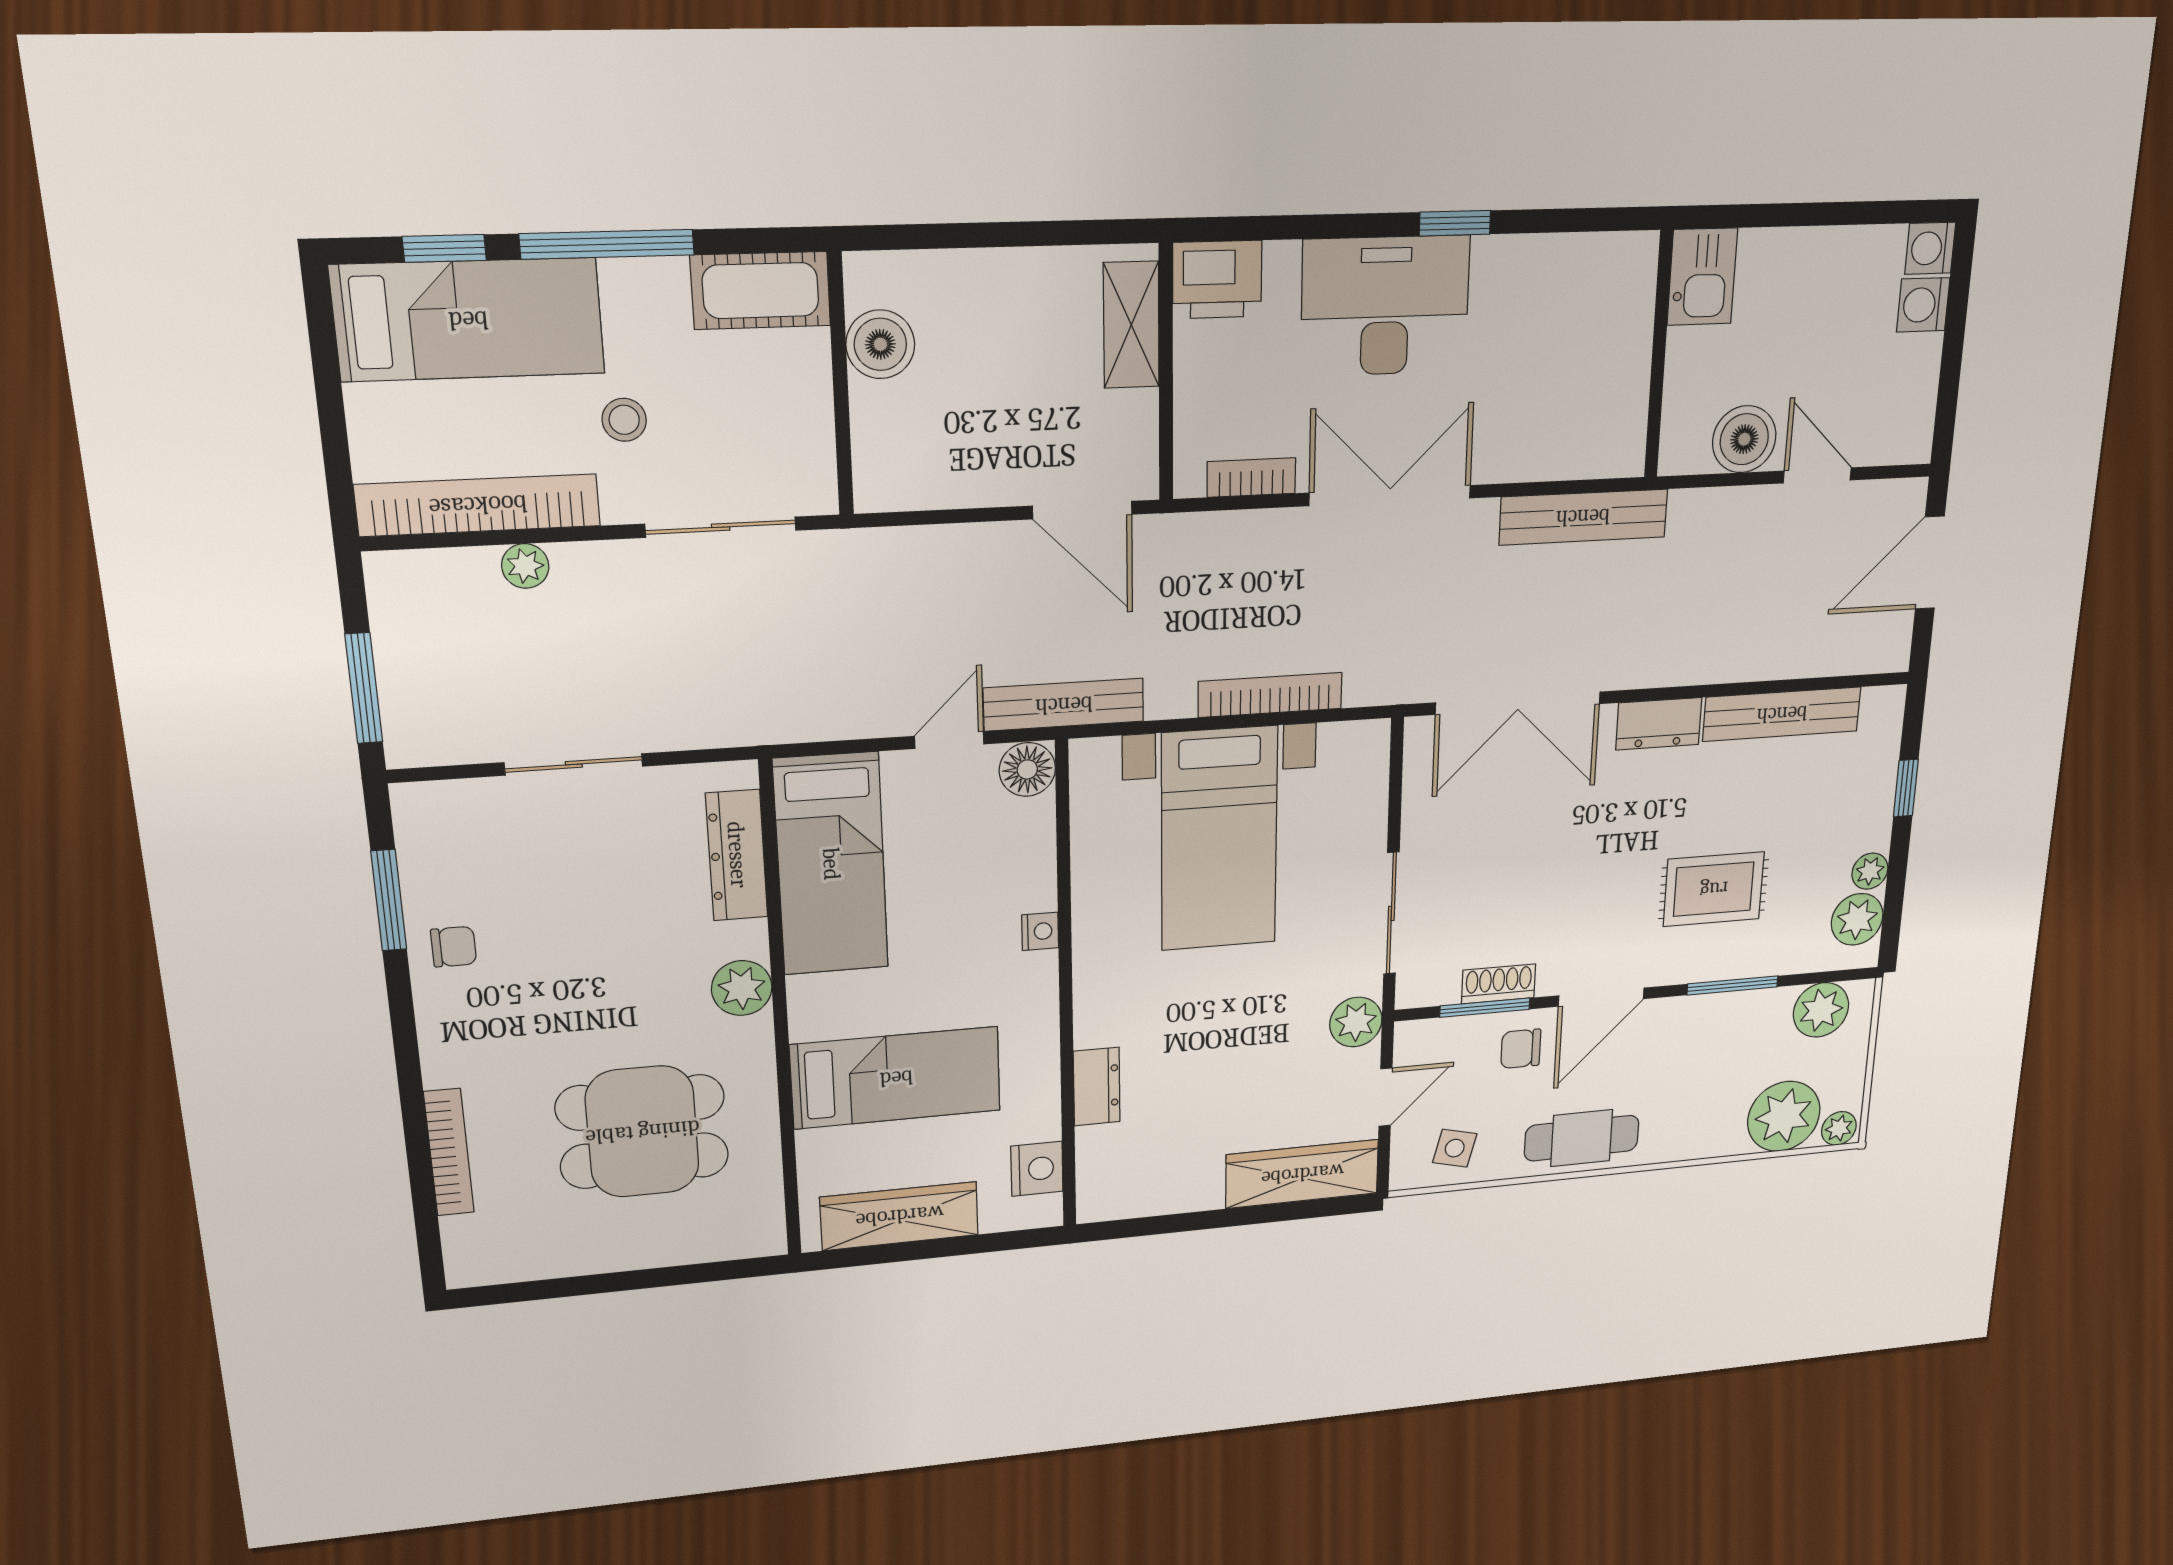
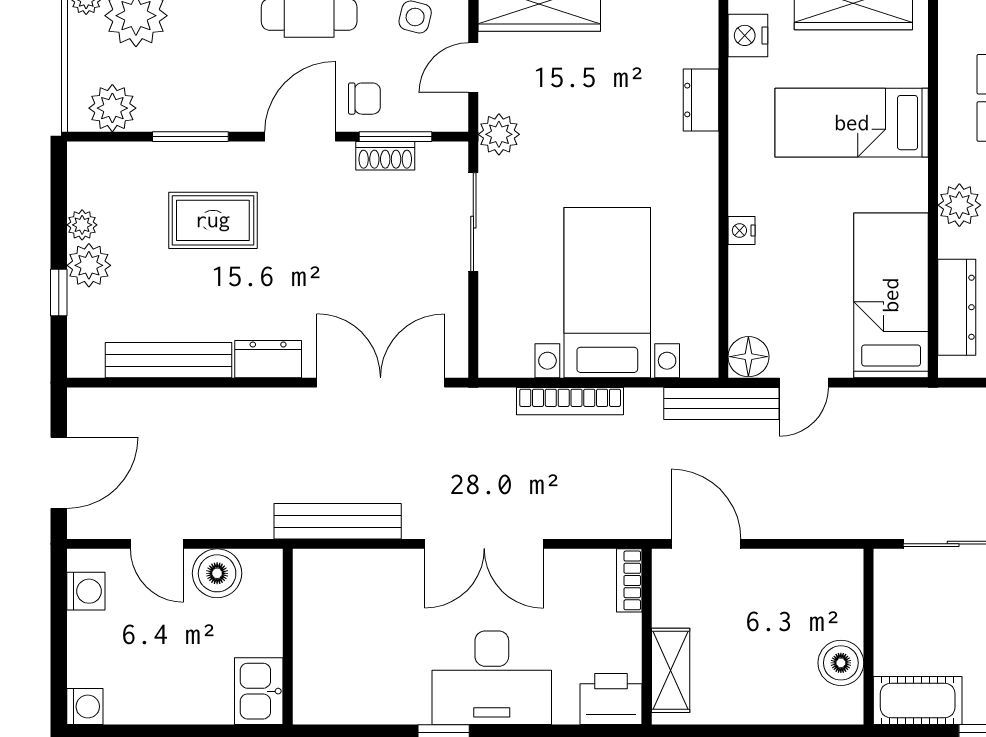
washing machine: (1923, 305) -> (86, 591), moved
bookcase: (1251, 478) -> (629, 580), moved, turned 90
plant: (1857, 919) -> (89, 265), moved

